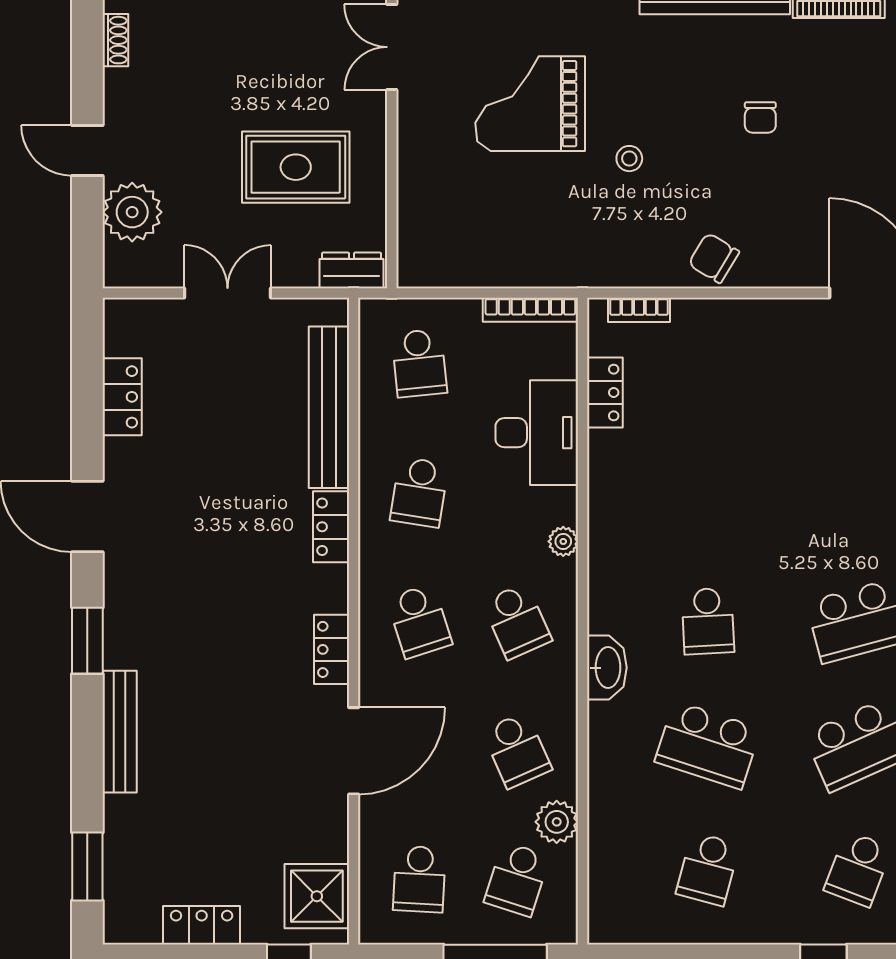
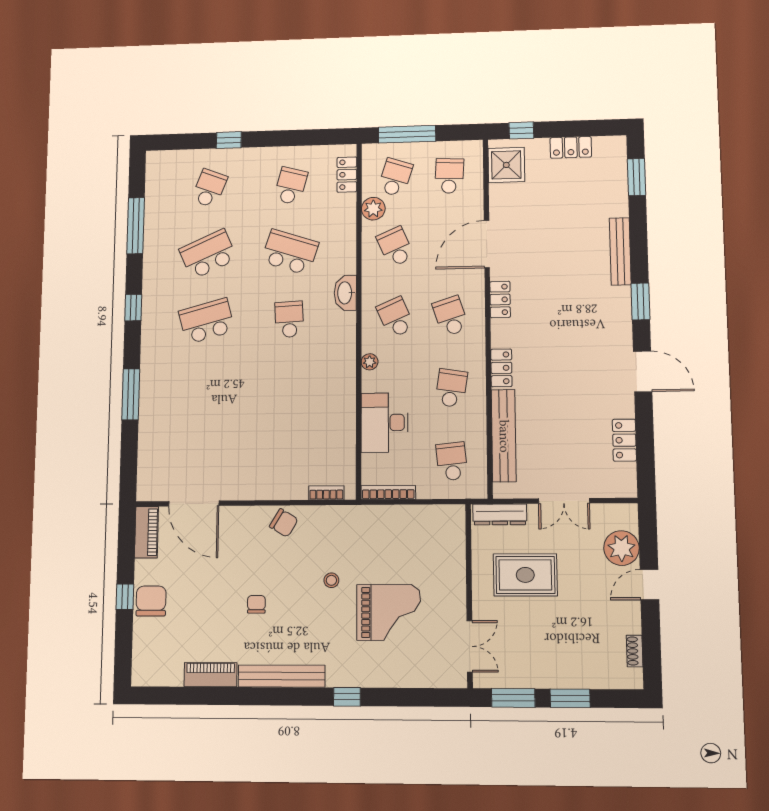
door: (87, 151) -> (649, 585), swing flipped
dresser: (352, 270) -> (500, 514), width x1.44
locker: (605, 392) -> (347, 175), moved

